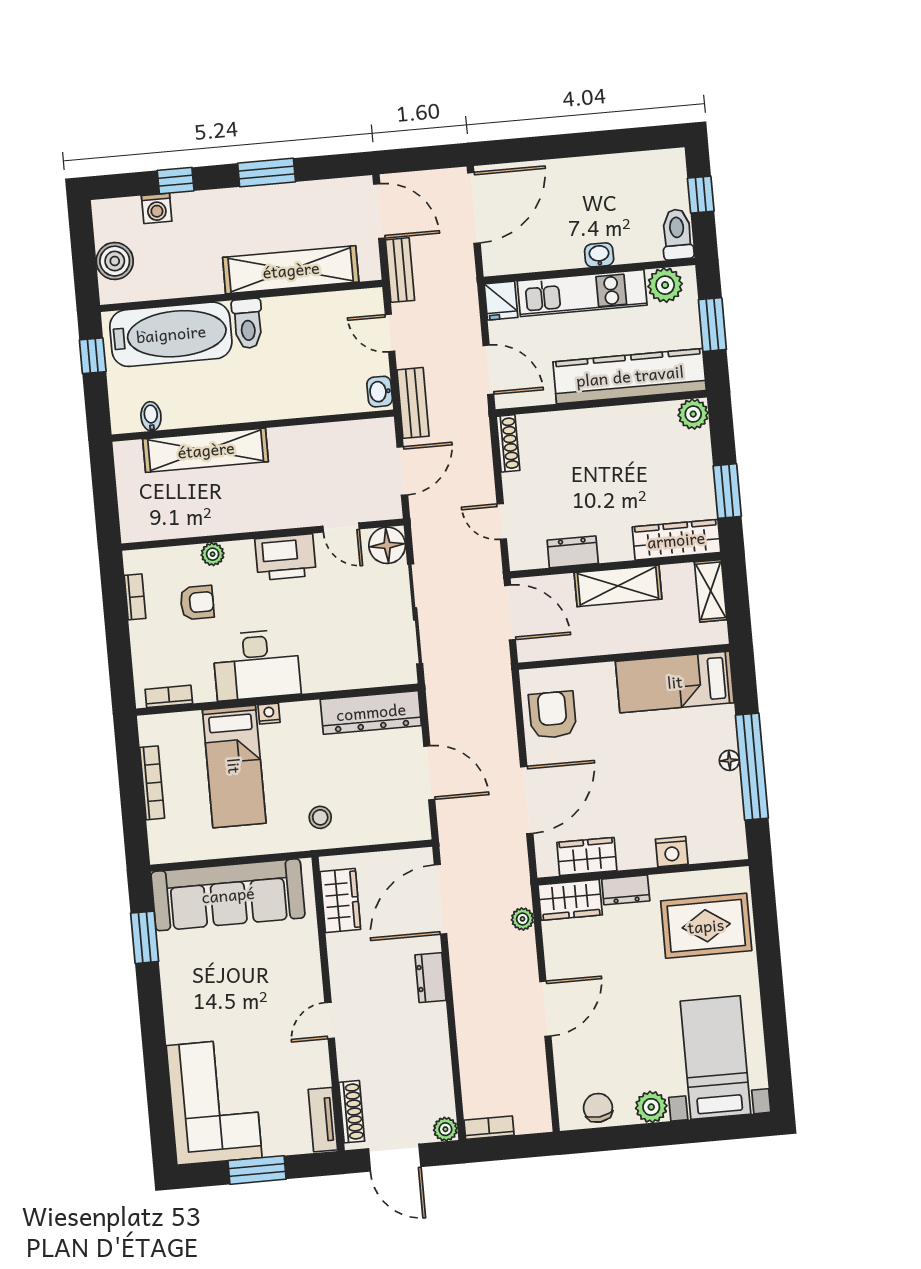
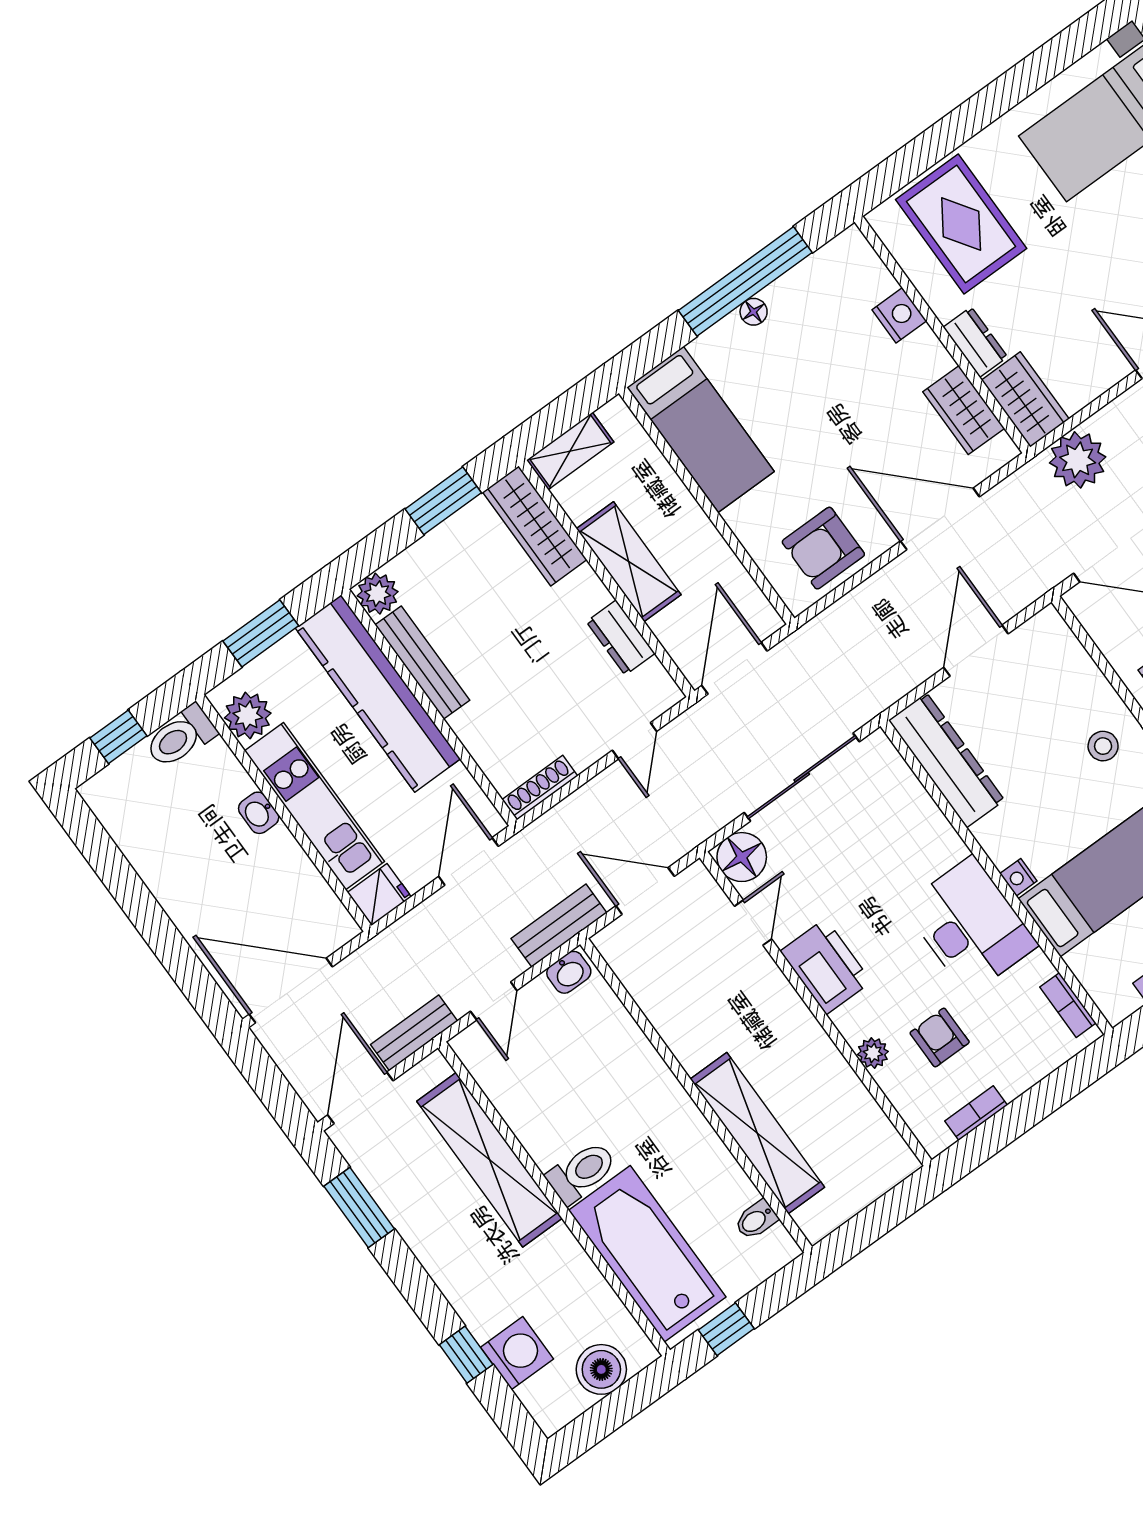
window: (267, 173) -> (359, 1207), moved
washing machine: (157, 208) -> (517, 1353), width x1.38, depth x1.38
bench: (632, 416) -> (422, 662), added
plant: (522, 919) -> (1078, 460), width x1.88, depth x1.88

